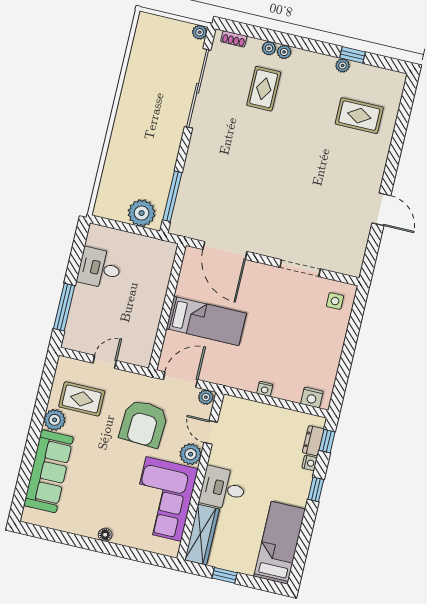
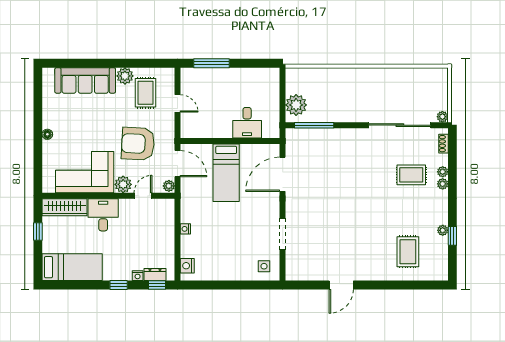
desk: (99, 268) -> (247, 123), moved, turned 180

